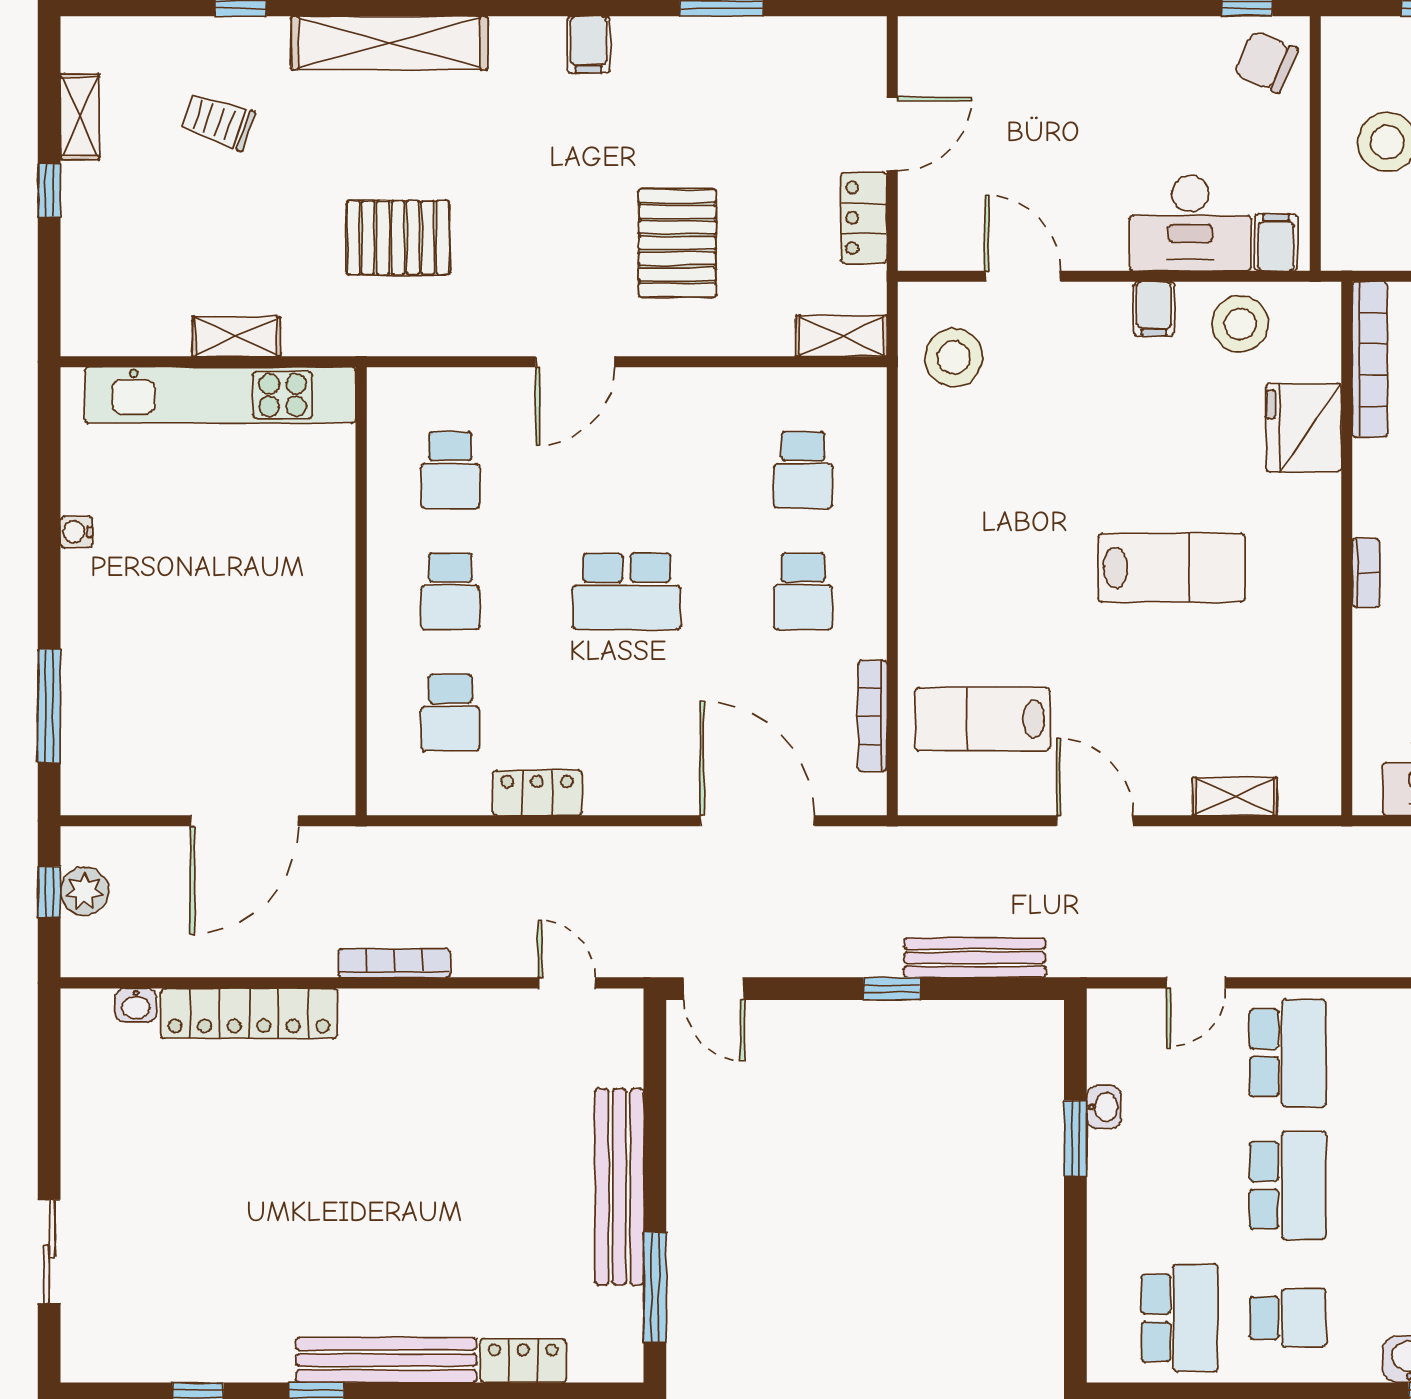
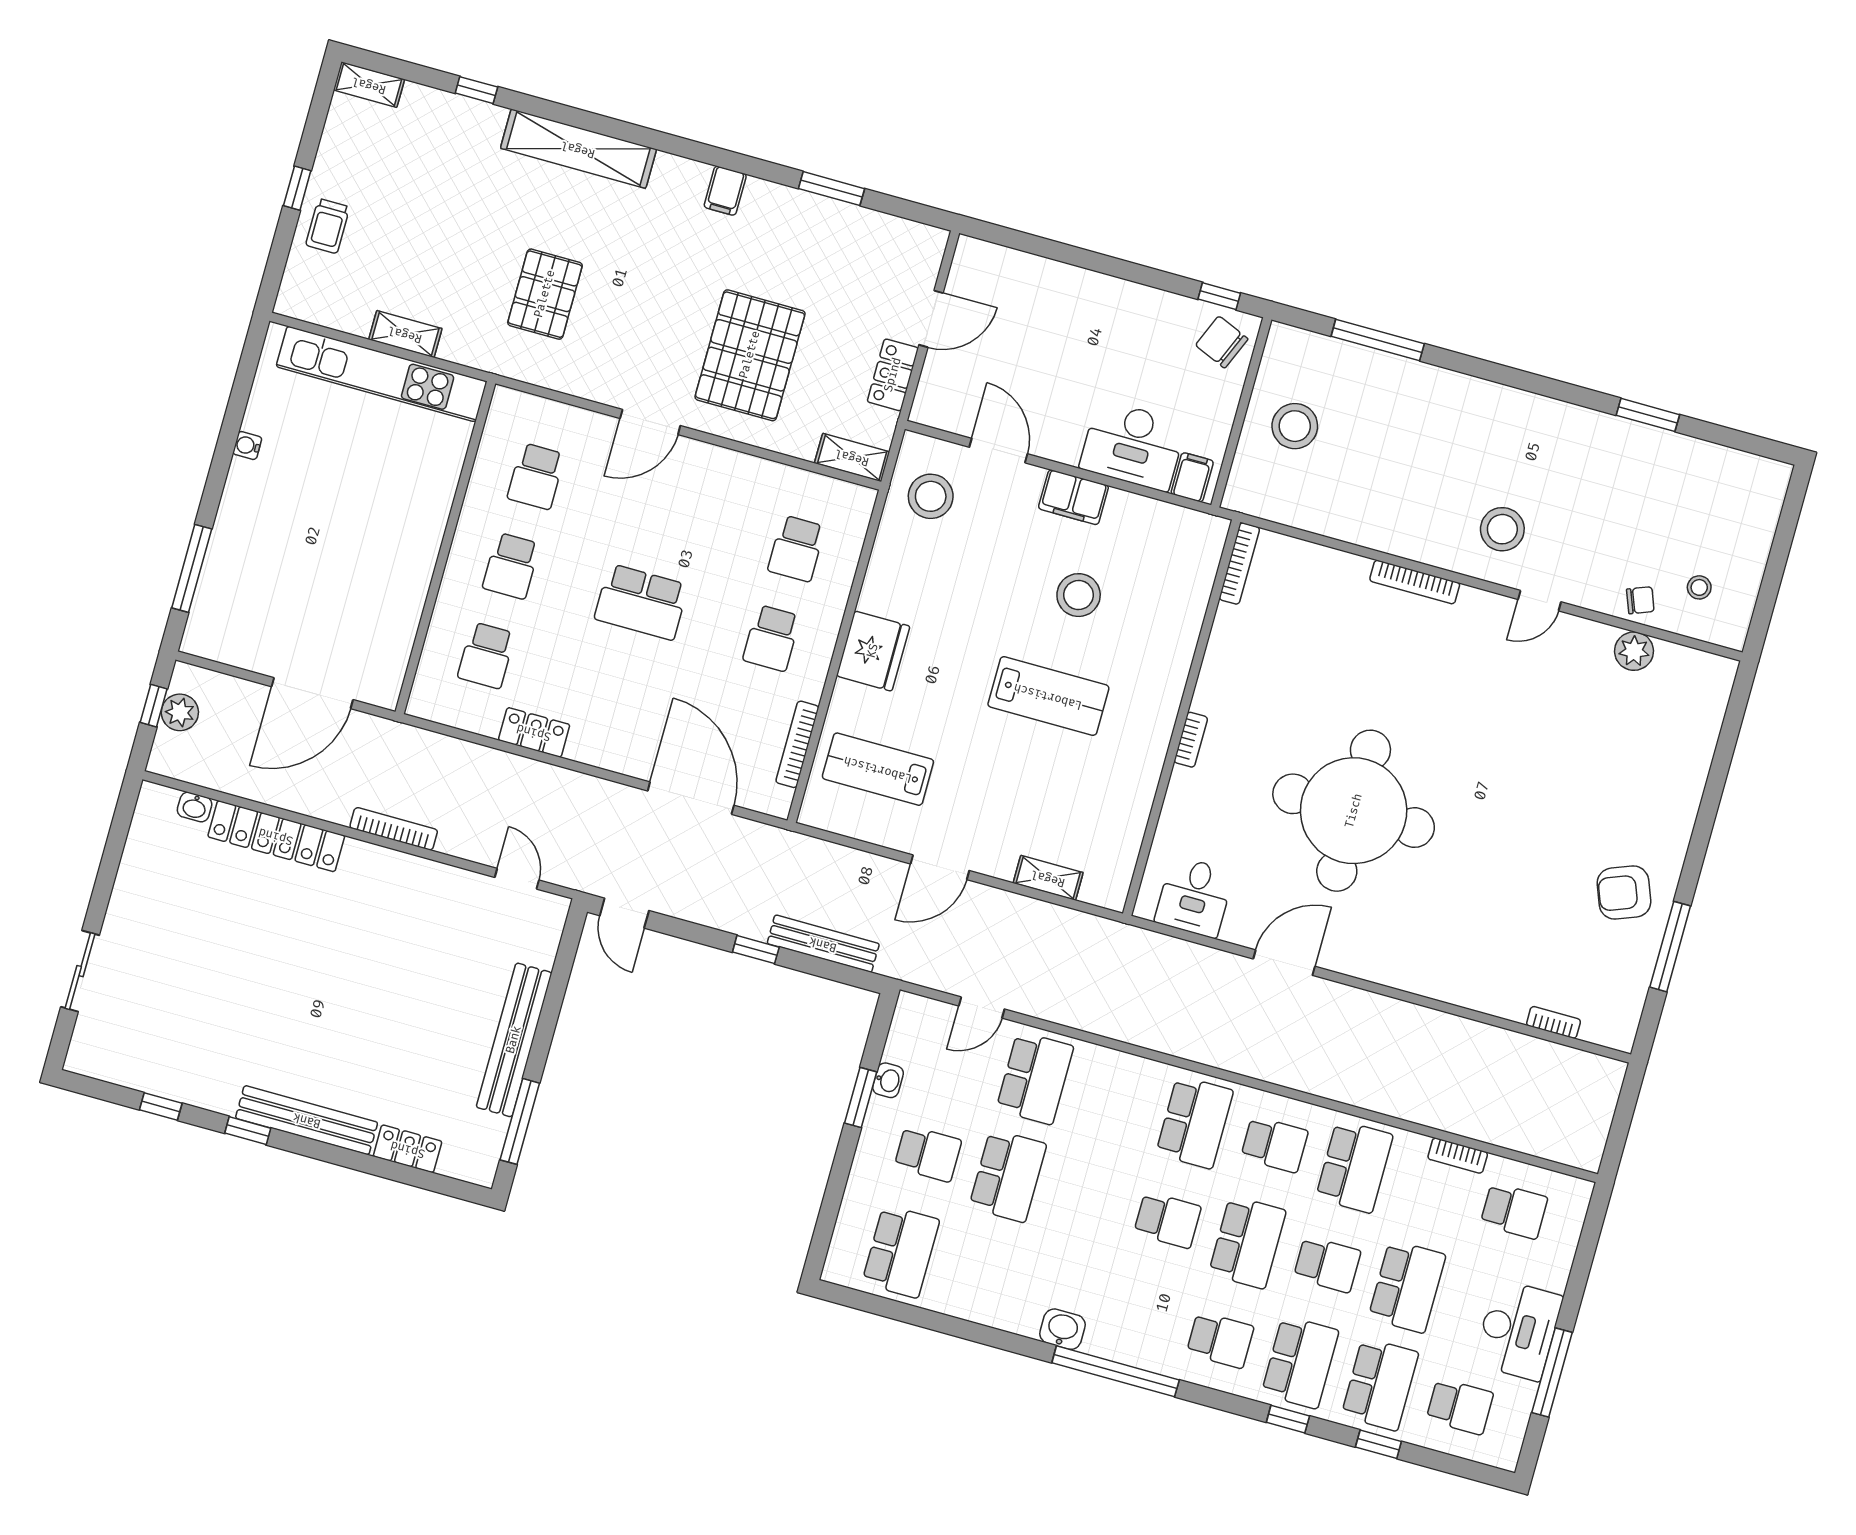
shelving: (80, 117) -> (369, 85), moved, turned 90
trolley: (218, 122) -> (328, 226), moved, turned -109
pallet: (398, 238) -> (545, 294), turned 90
pallet: (677, 243) -> (750, 355), width x1.37, depth x1.41
filing cabinet: (1154, 309) -> (1073, 497), width x2.00
stool: (1240, 324) -> (1079, 595), moved
bookcase: (1370, 359) -> (1239, 563), width x0.68, depth x0.76
fridge: (1304, 428) -> (873, 651), moved, turned 180
door: (1095, 821) -> (940, 867), swing flipped
school desk: (1288, 1318) -> (928, 1154), moved

